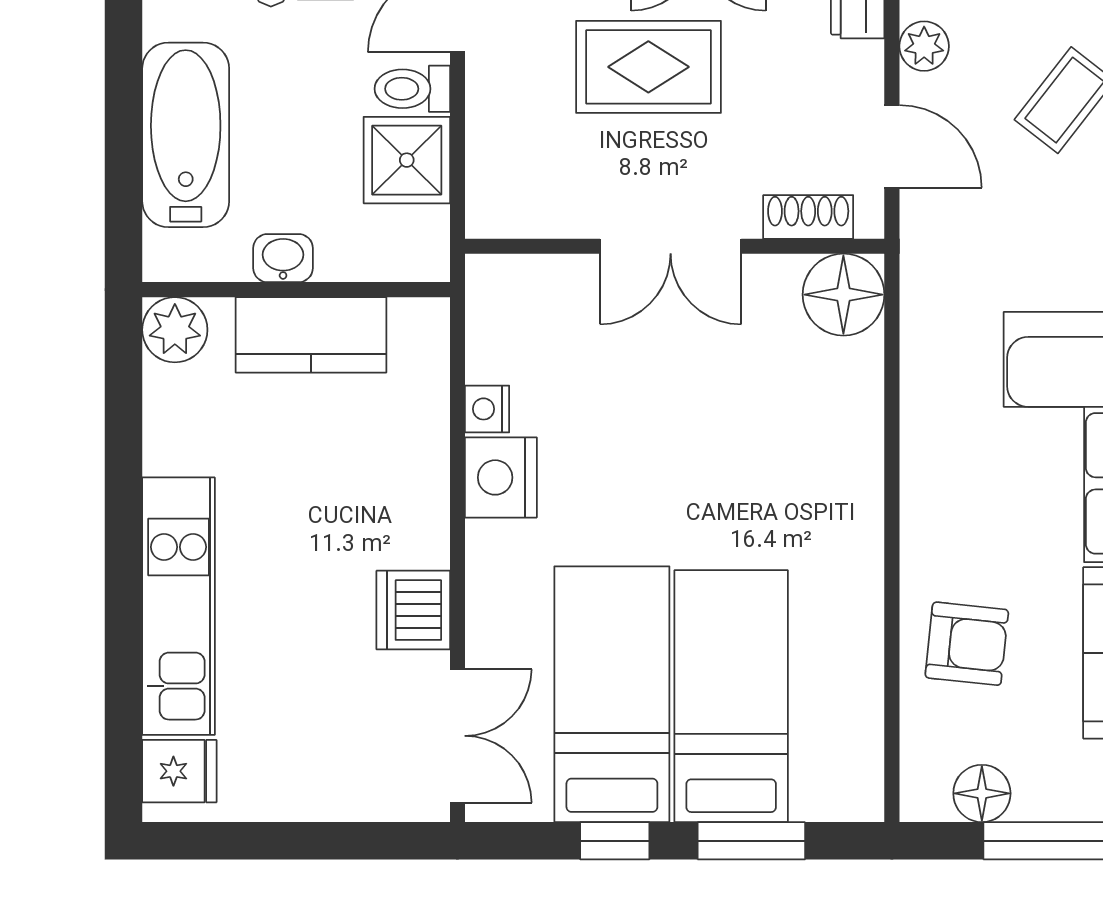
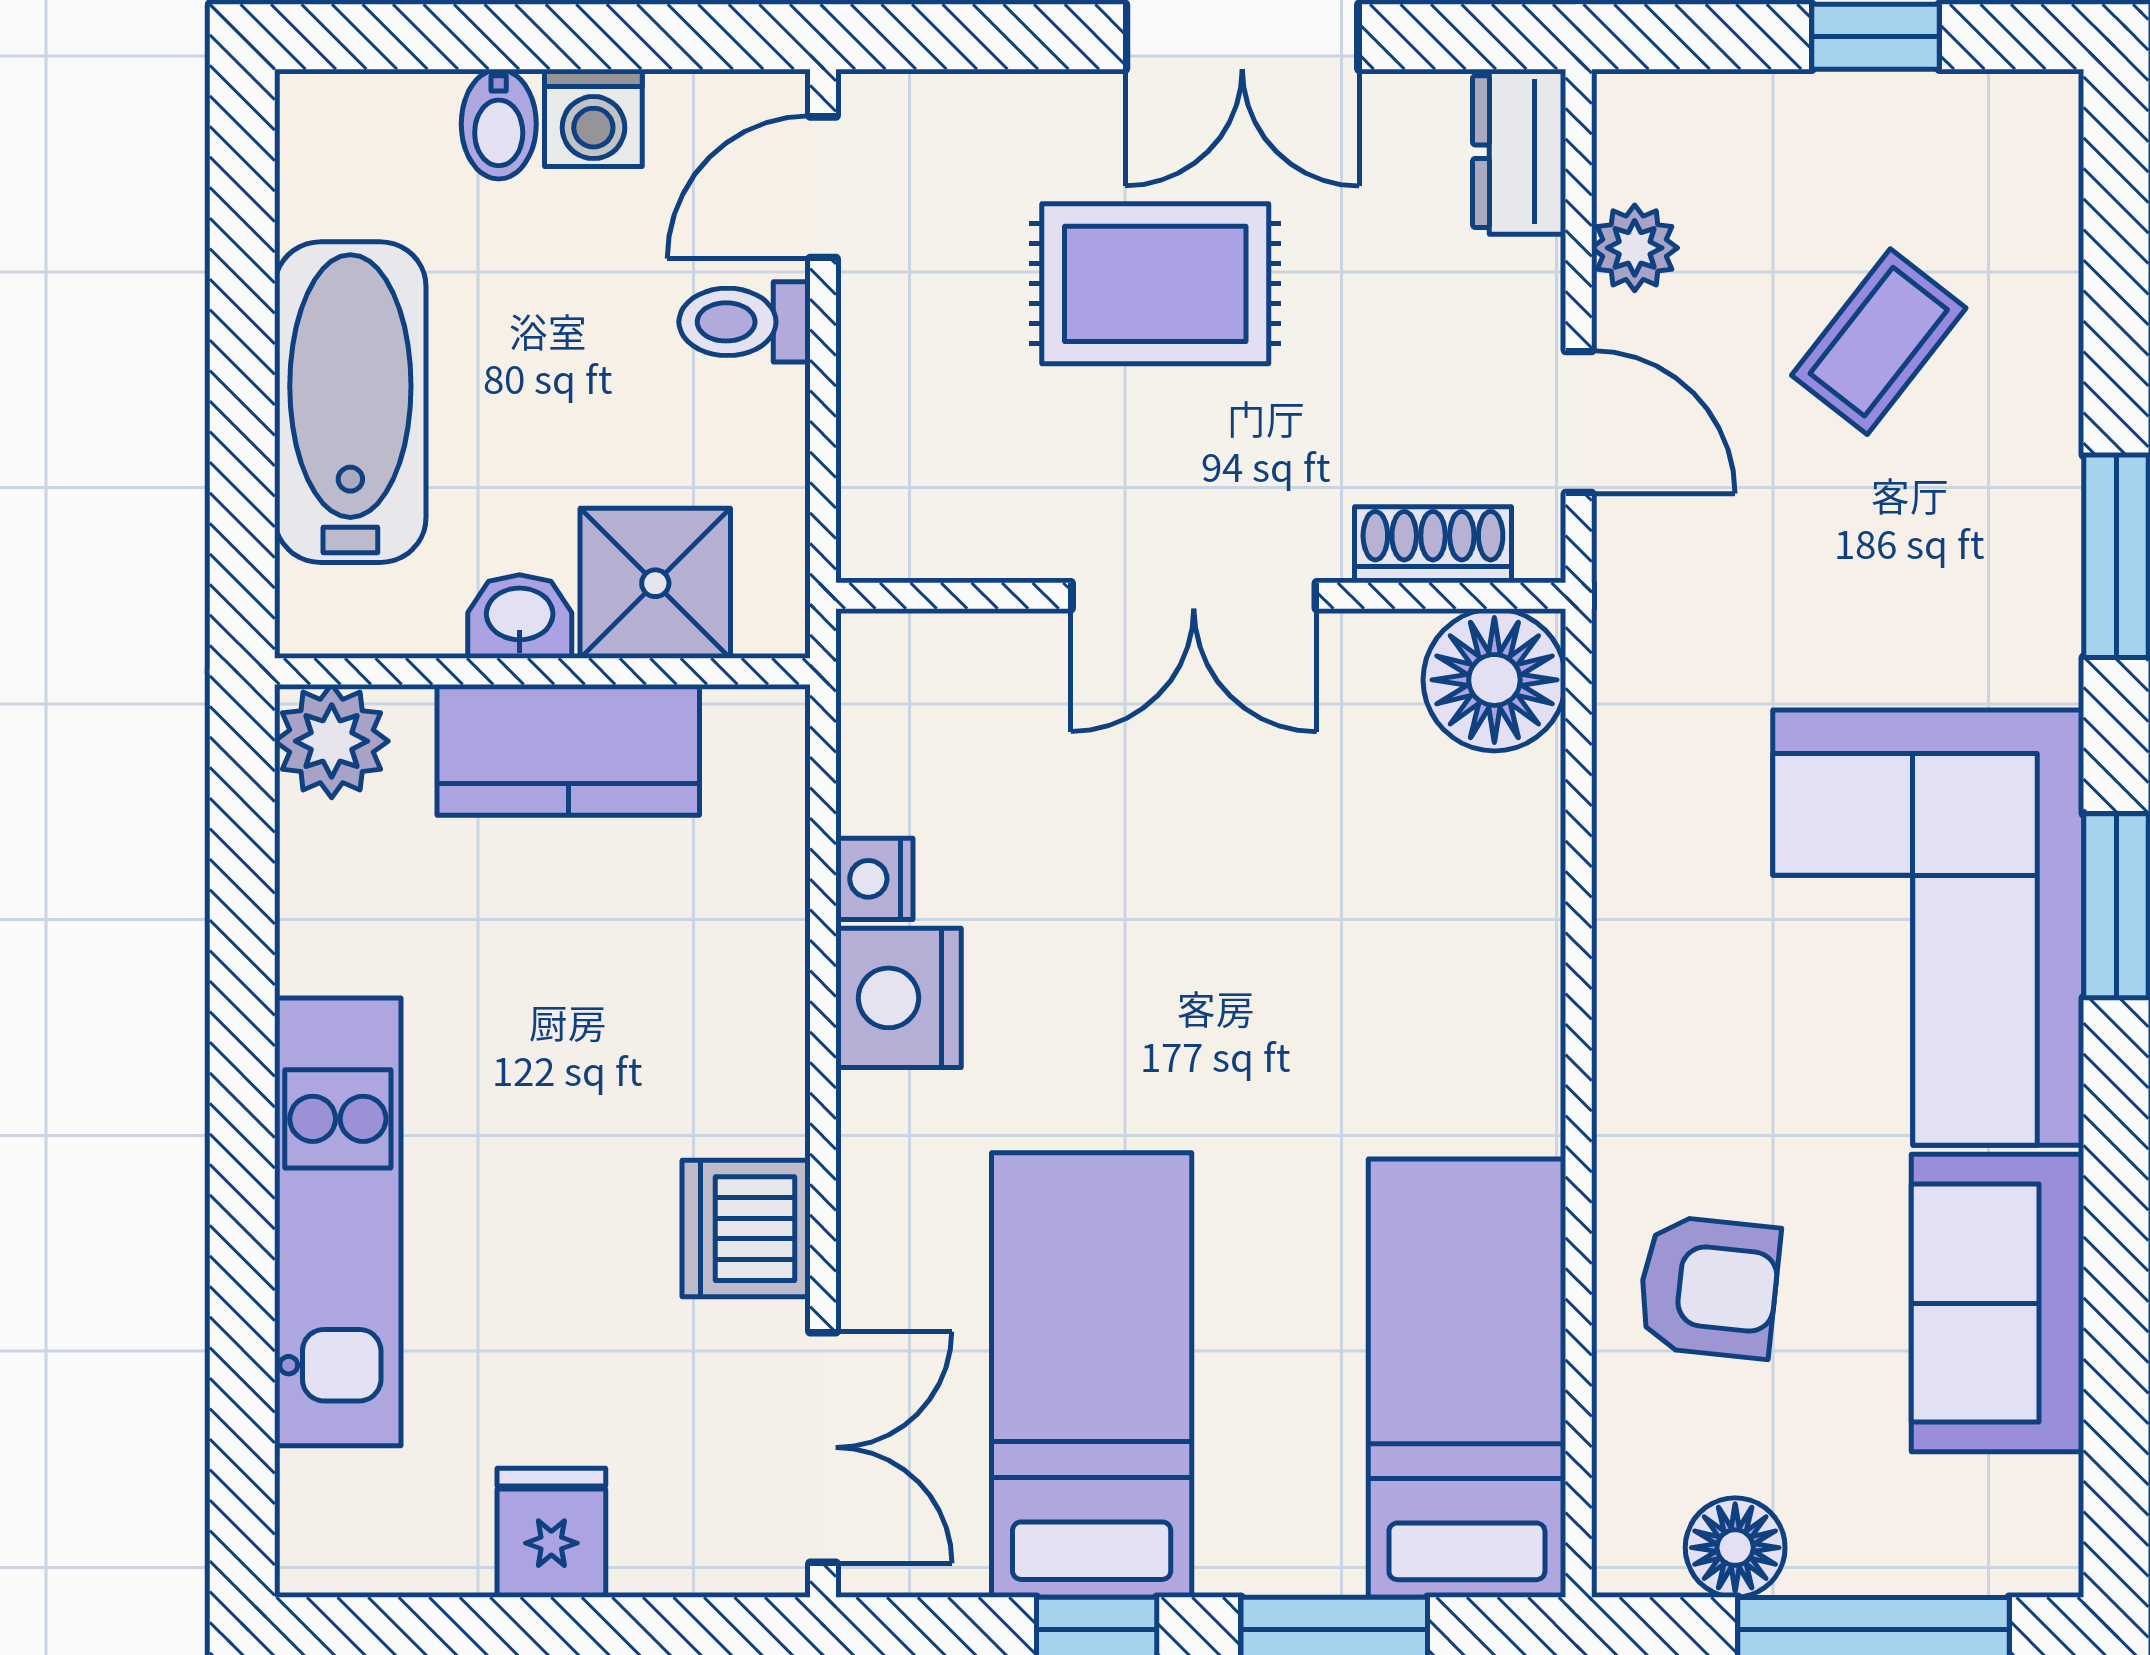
shower: (407, 160) -> (655, 583), moved
bed: (731, 696) -> (1467, 1378), moved
fridge: (179, 771) -> (551, 1533), moved, turned -90

